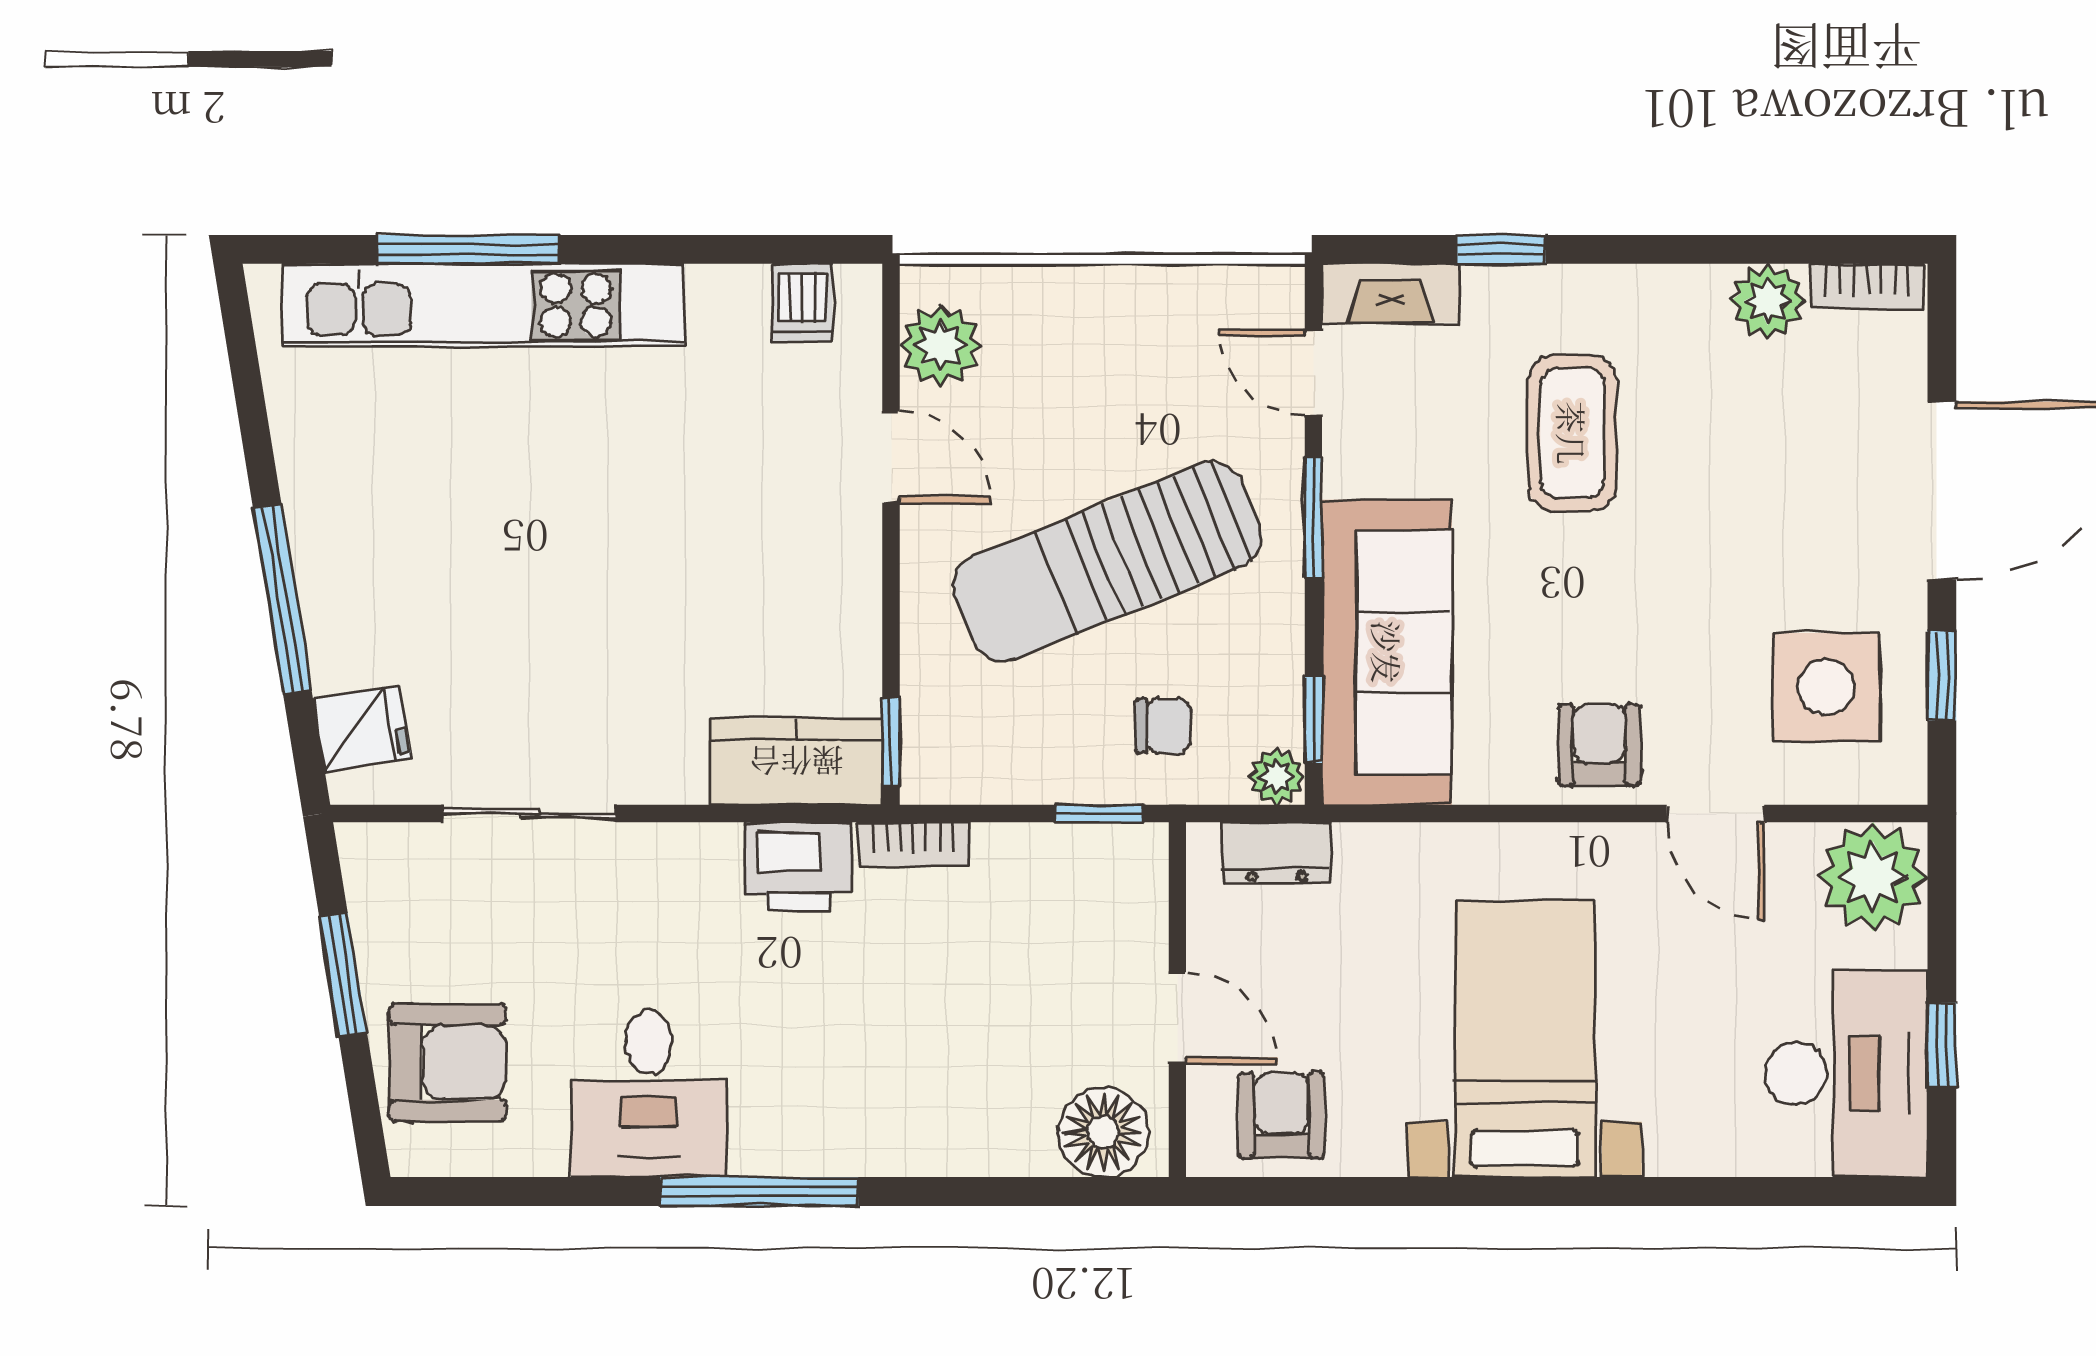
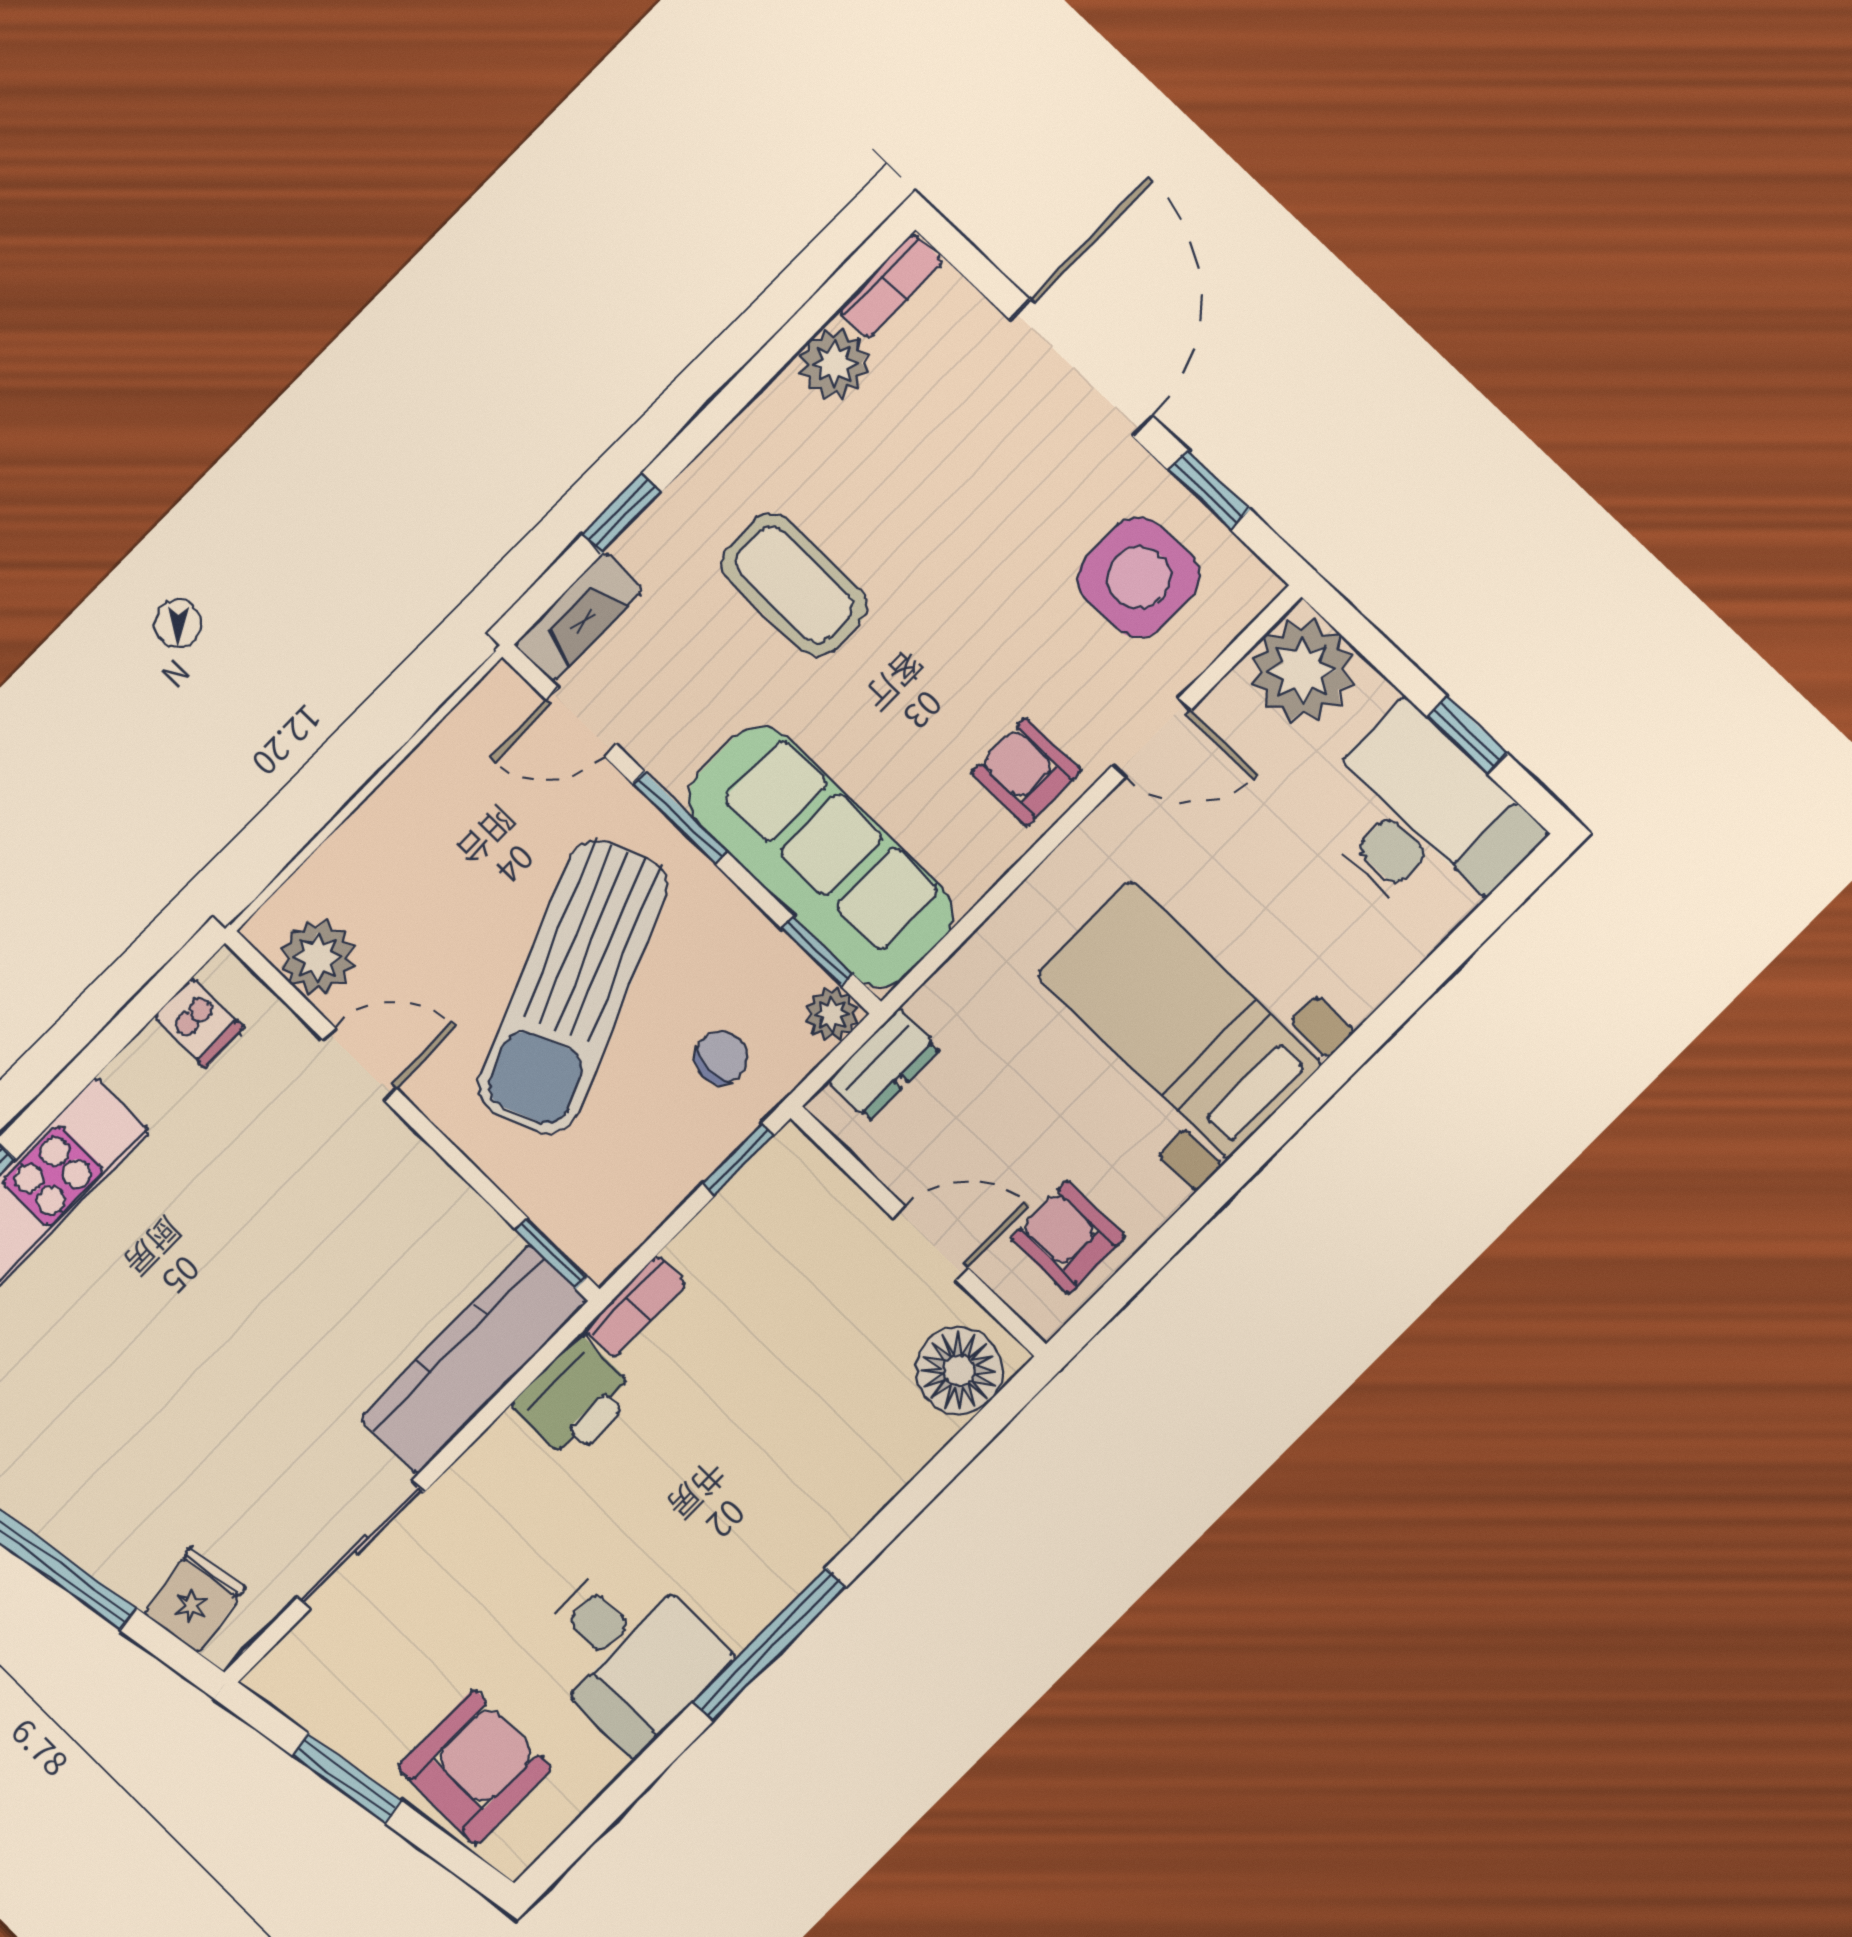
kitchen counter: (796, 762) -> (474, 1360), width x1.50

